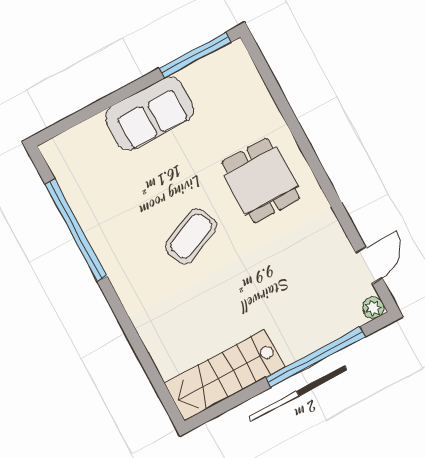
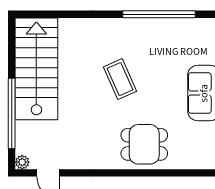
dining table: (261, 180) -> (144, 144), moved
stairs: (225, 375) -> (36, 69), width x1.36, depth x1.51

